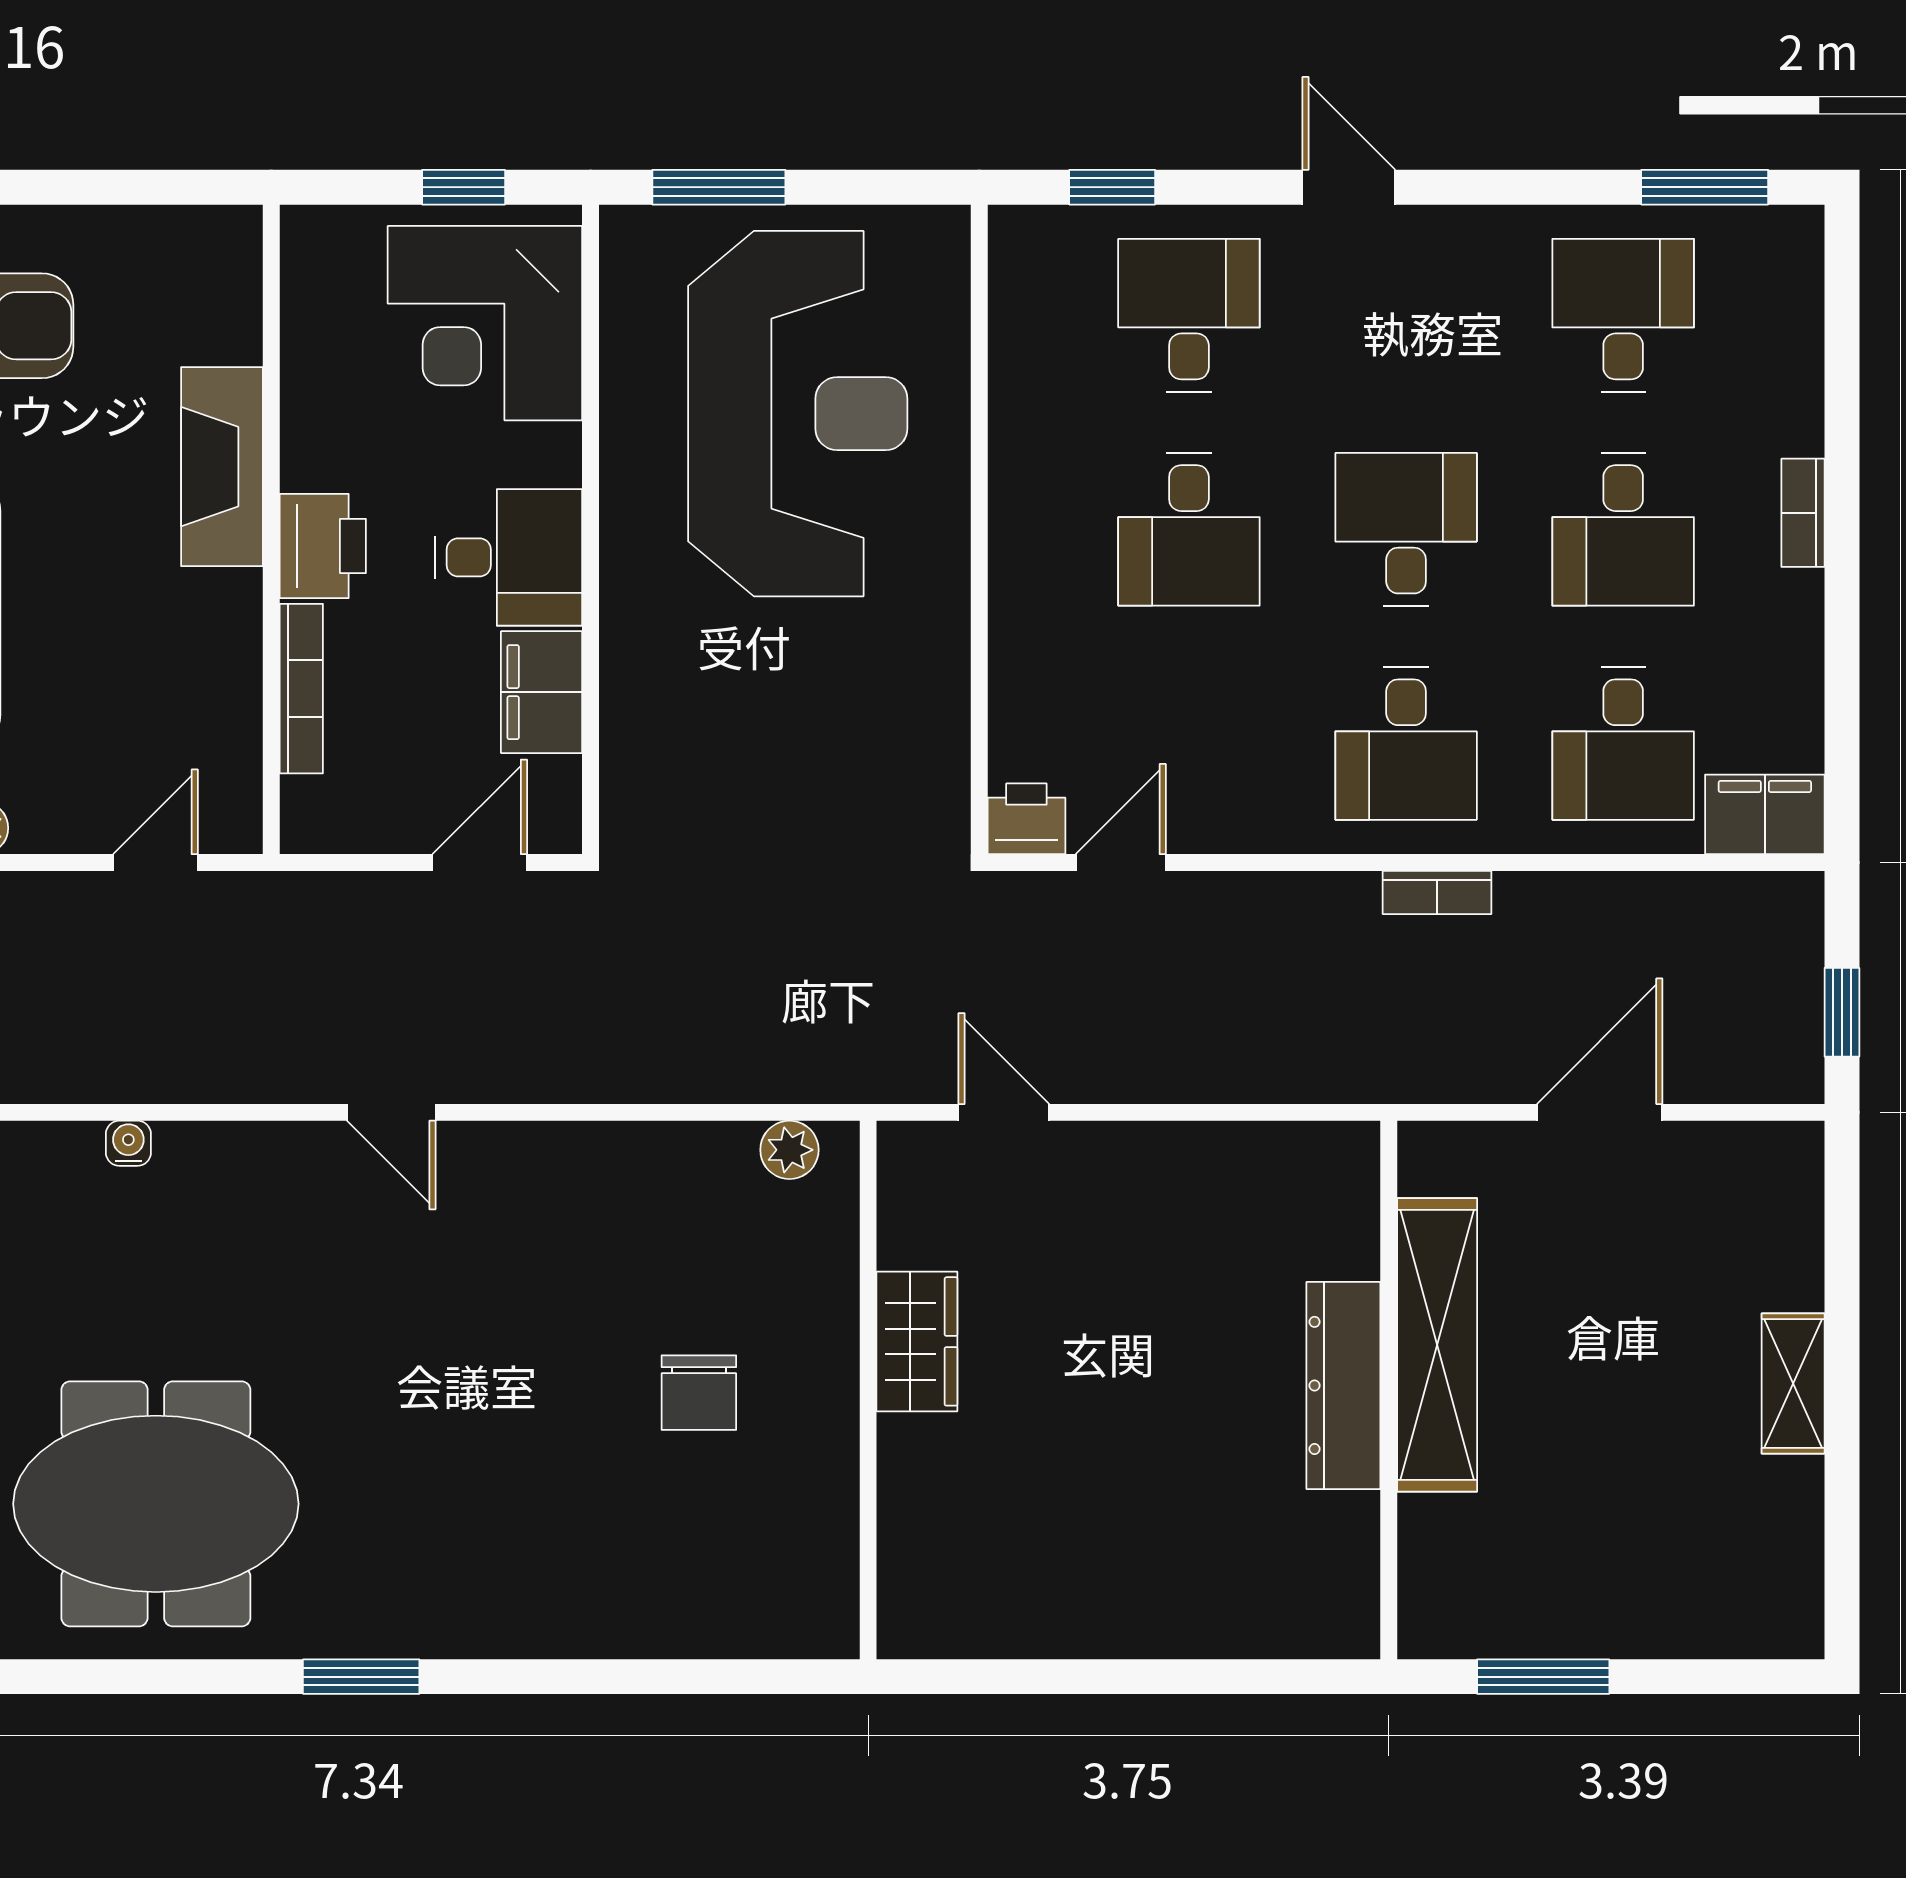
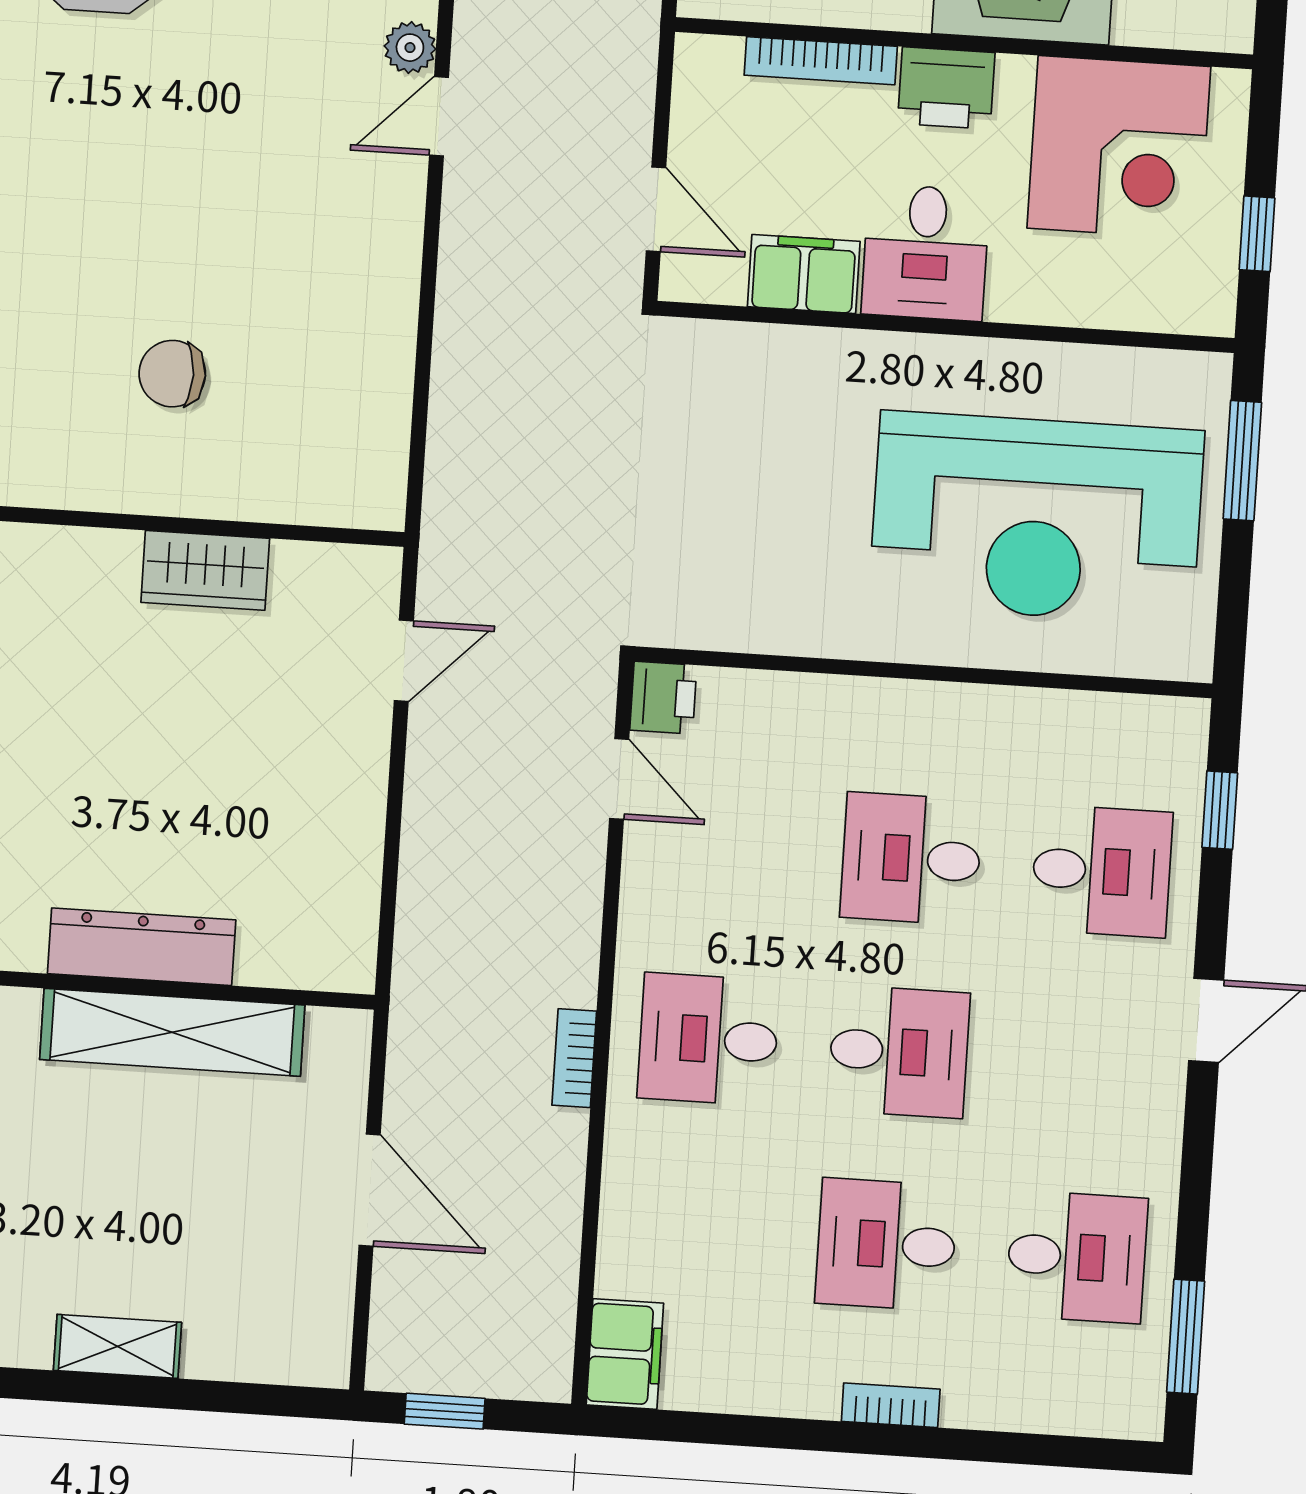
corner desk: (485, 323) -> (1119, 147), moved, turned 180
desk: (1623, 744) -> (696, 1232), removed
plant: (789, 1150) -> (410, 48), moved

